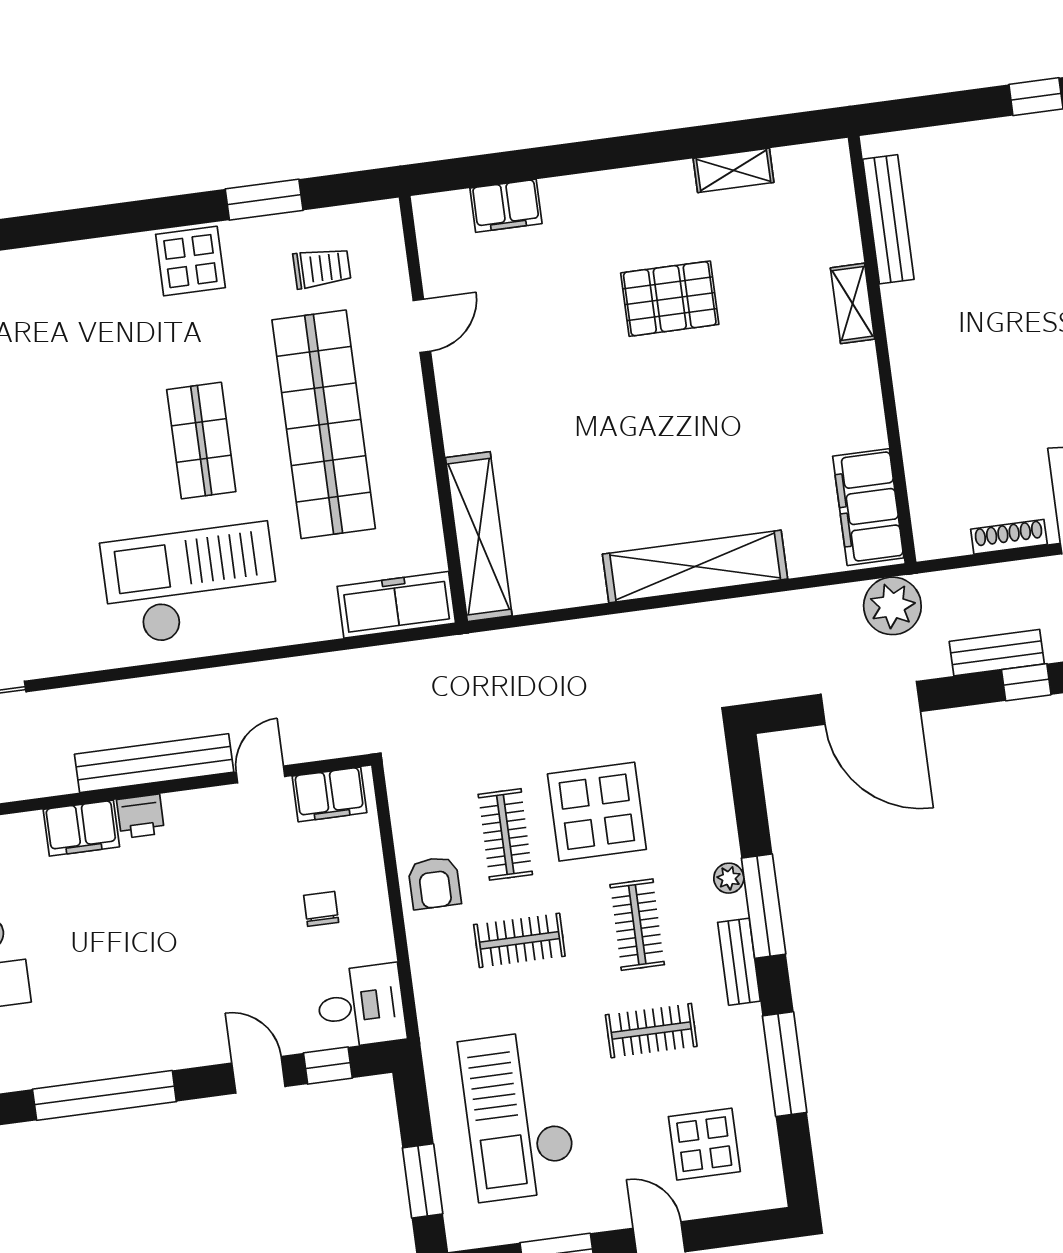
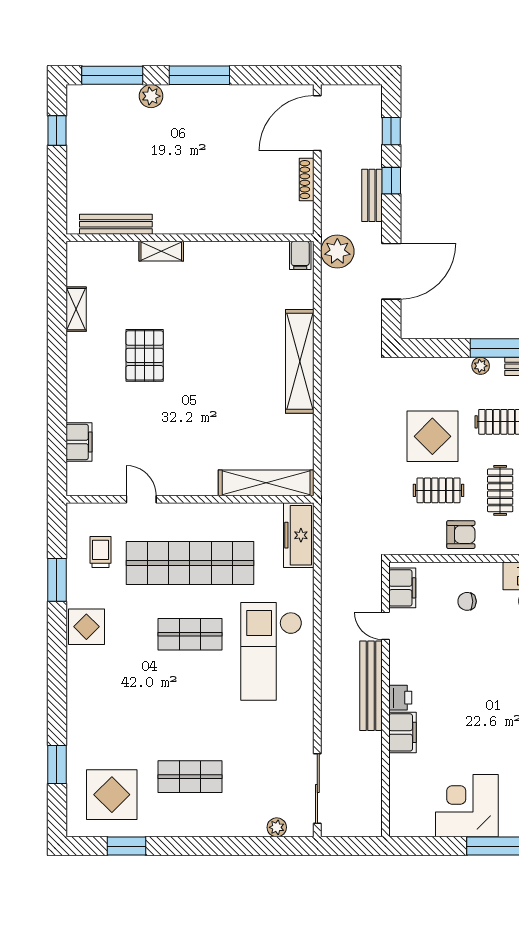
filing cabinet: (868, 507) -> (300, 255), width x0.33, depth x0.86

